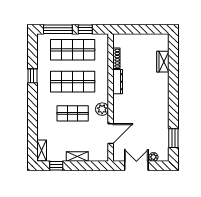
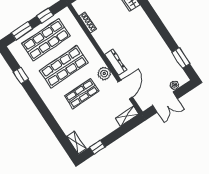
window: (58, 29) -> (22, 31), width x0.69
window: (32, 76) -> (21, 76), moved
dresser: (118, 82) -> (116, 62), moved
shelving: (77, 156) -> (127, 116), moved
double door: (136, 166) -> (165, 102), swing flipped

